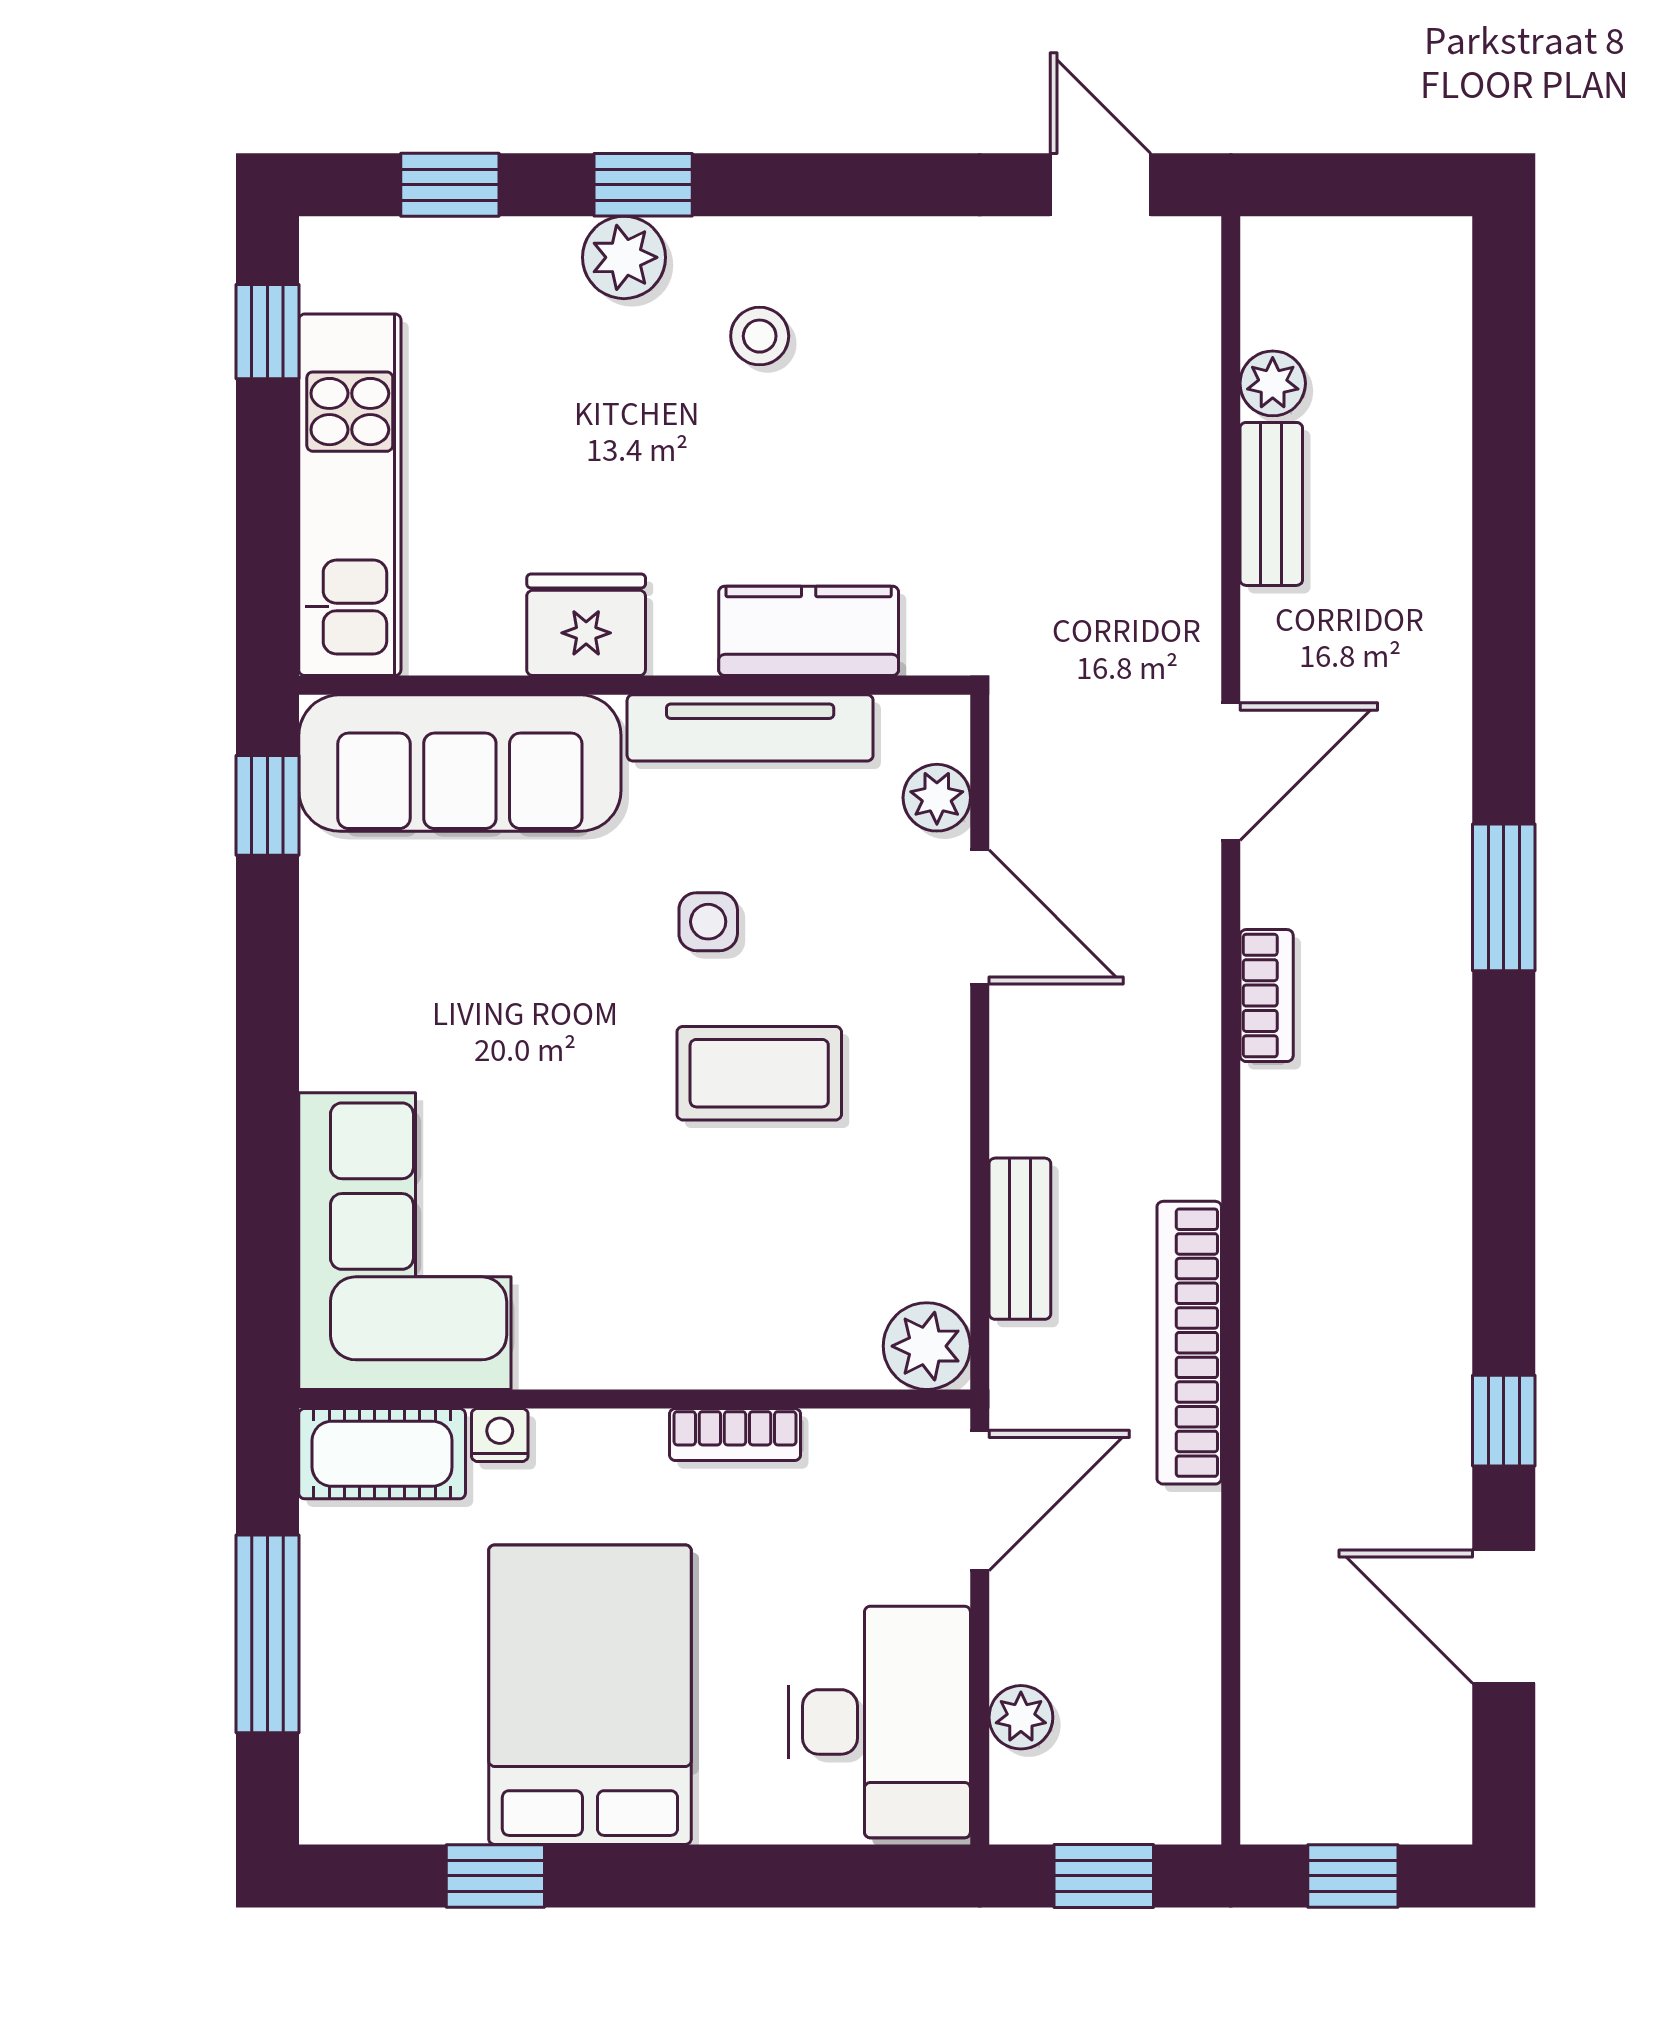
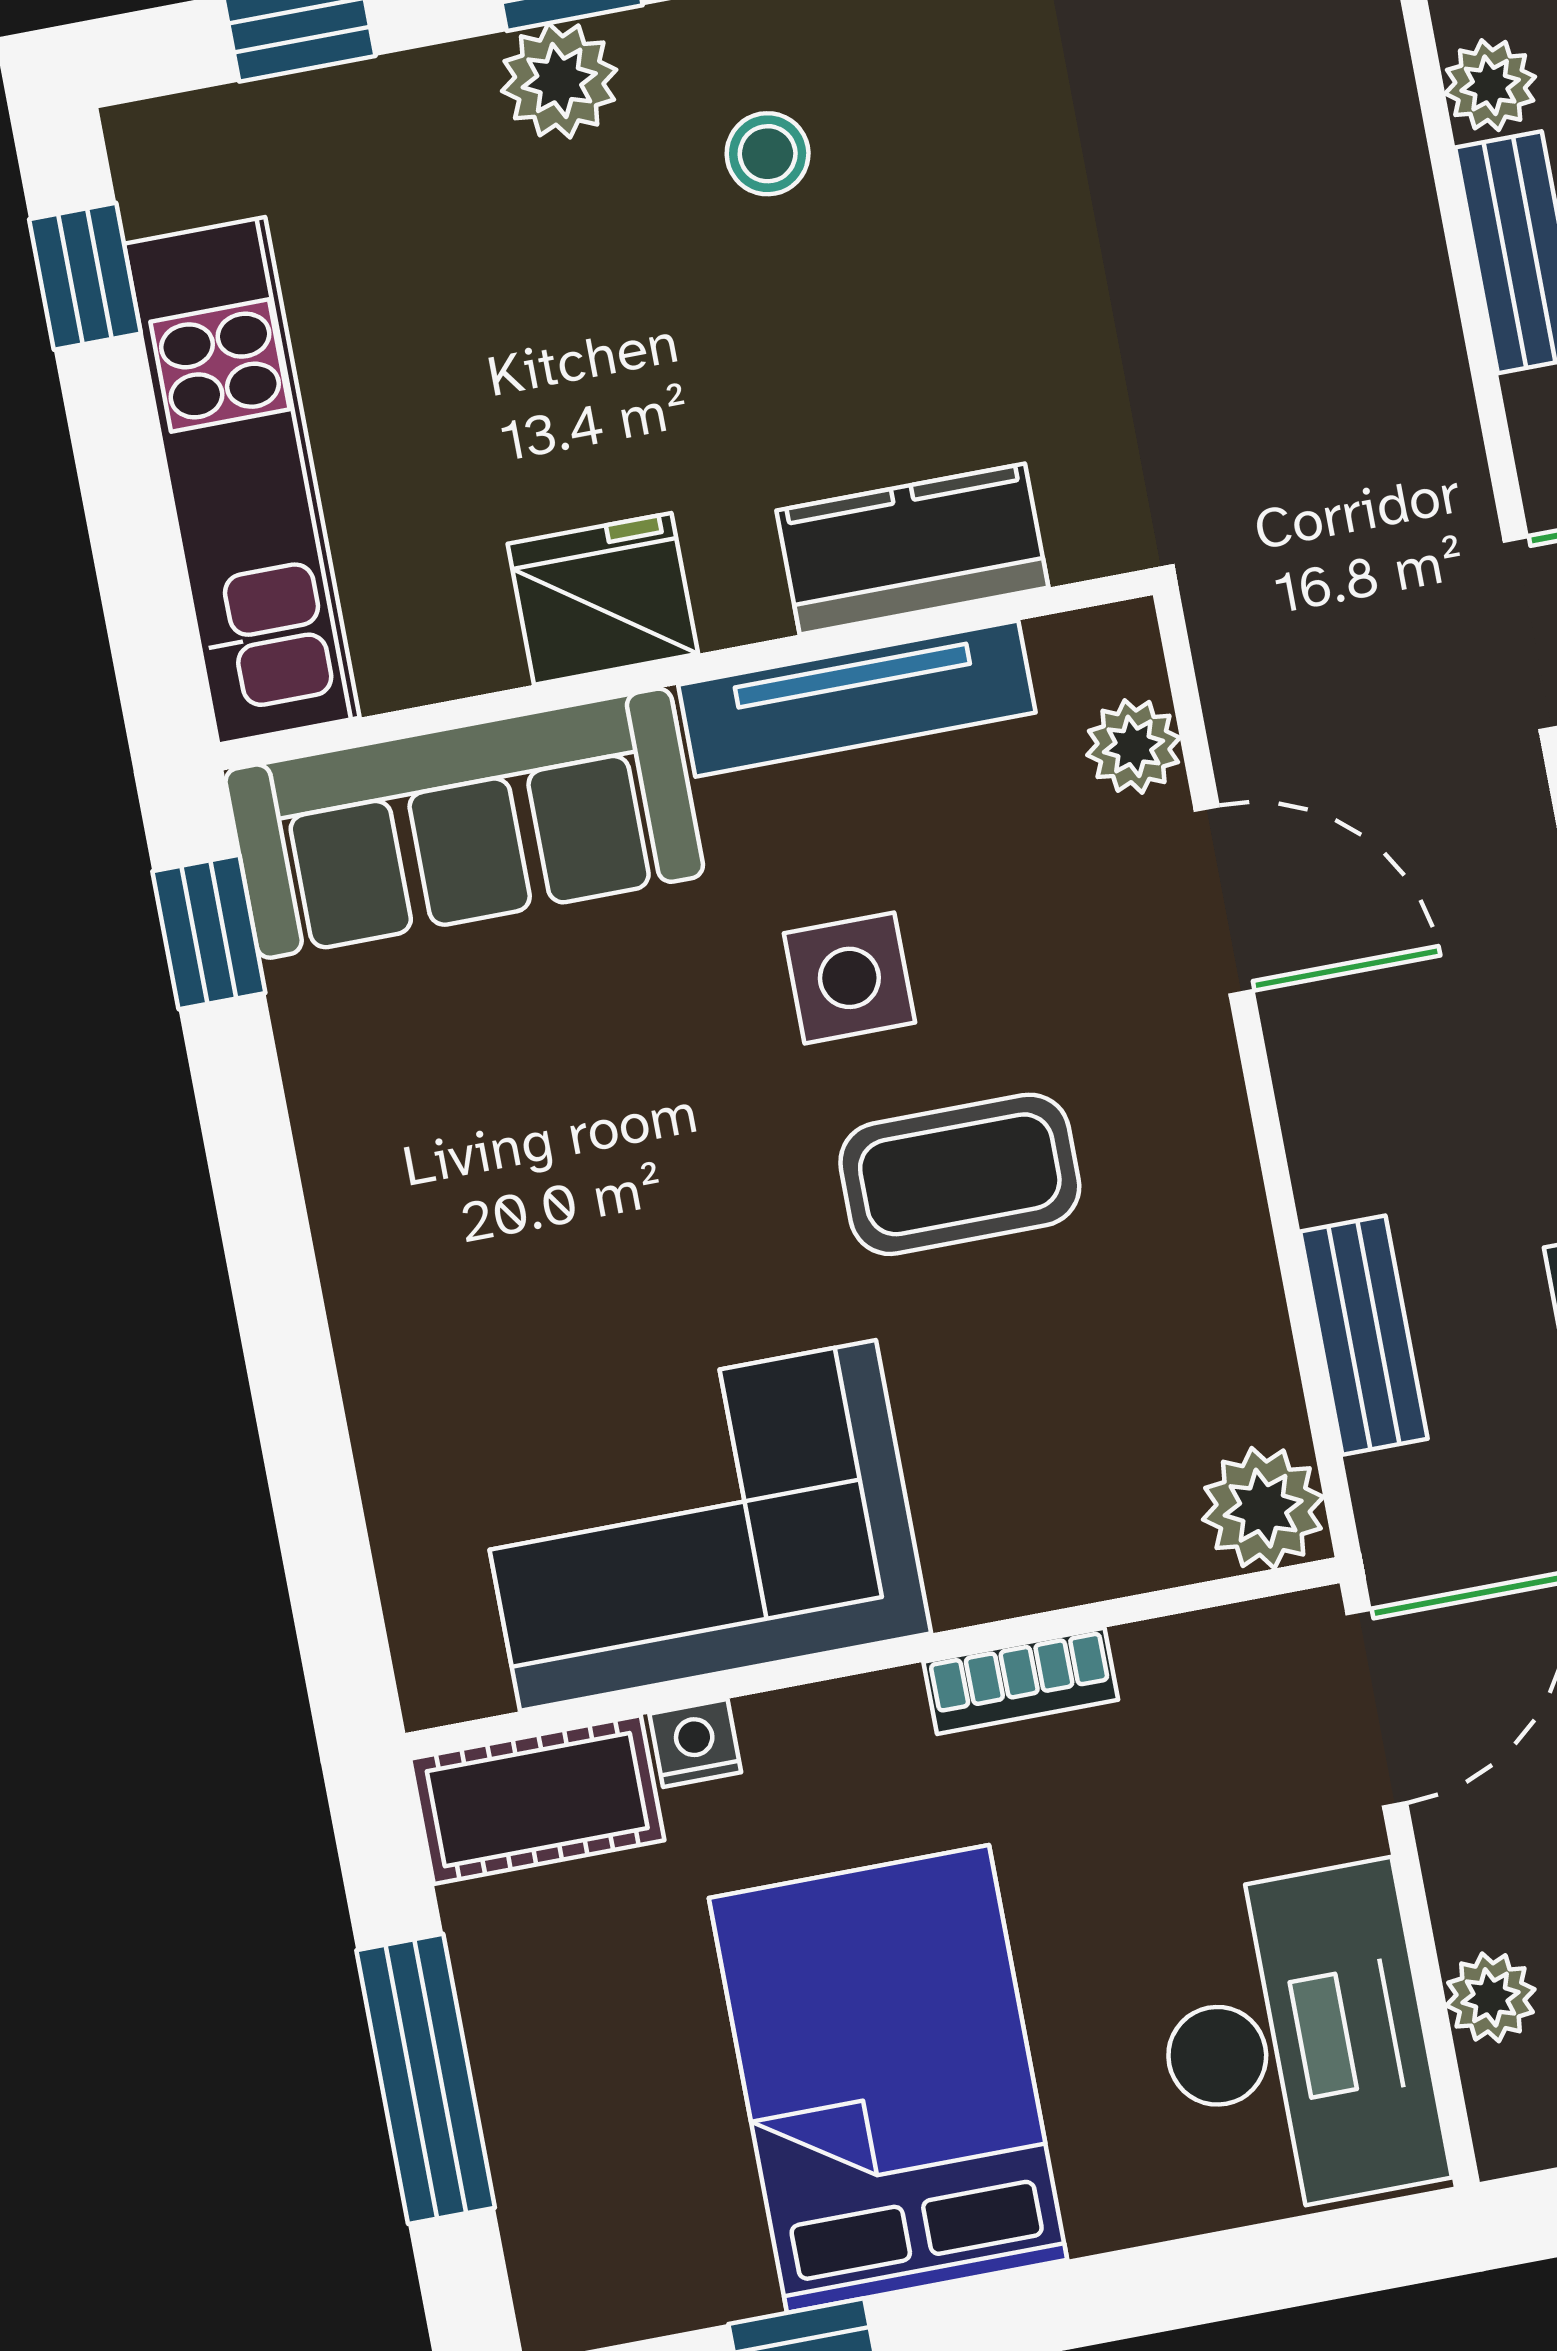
side table: (708, 922) -> (849, 978), width x1.37, depth x1.37
corner sofa: (405, 1241) -> (698, 1525), moved, turned -90

